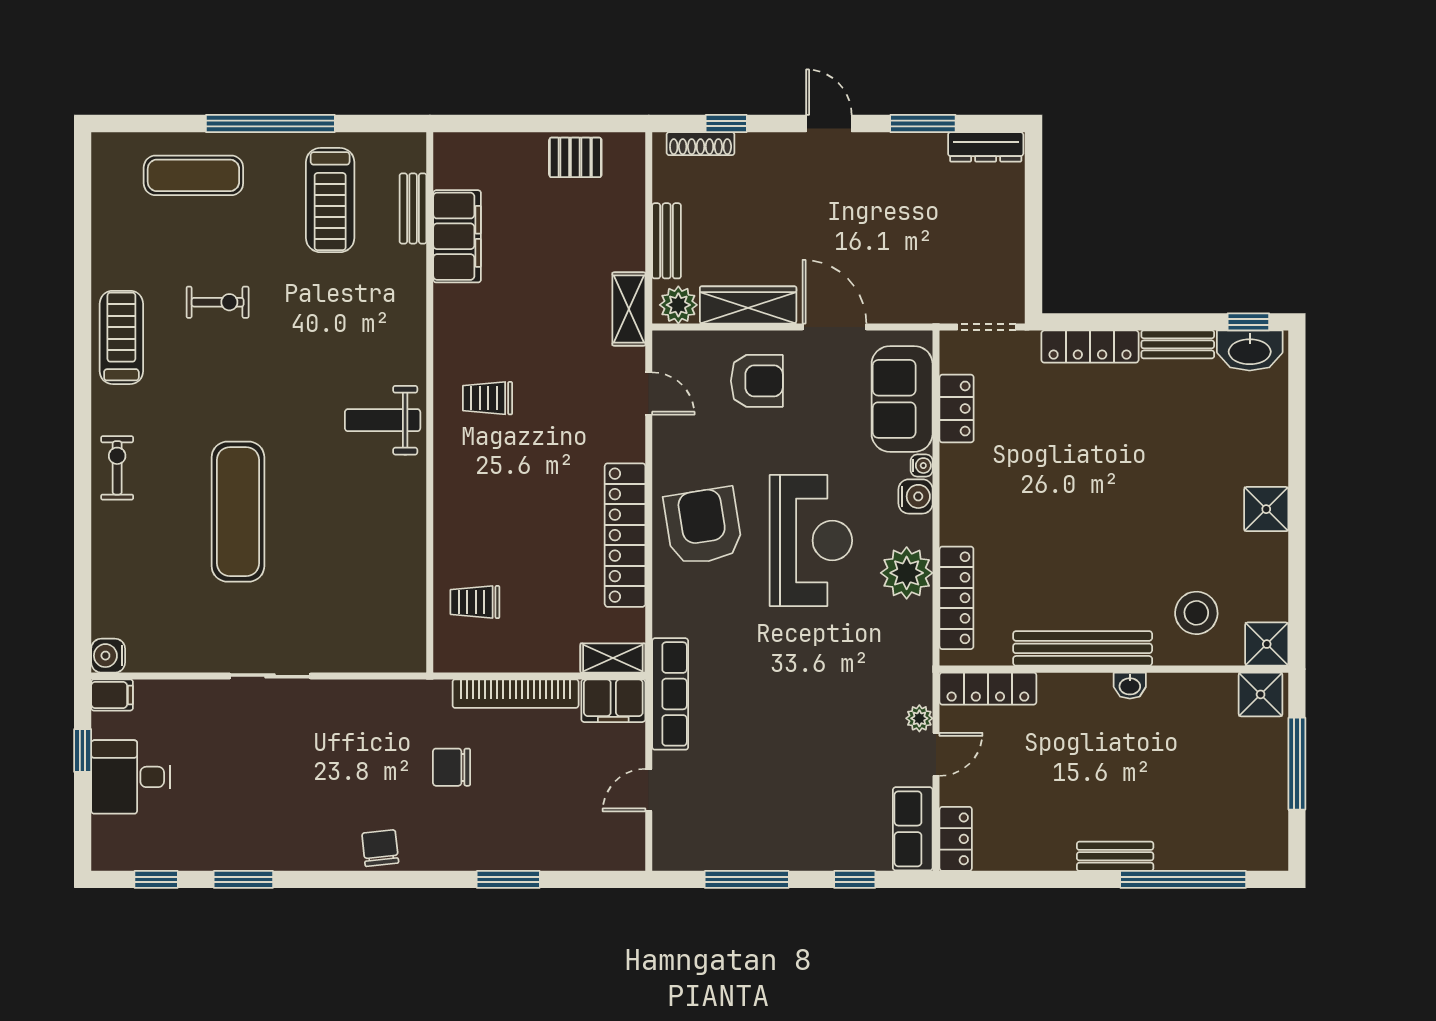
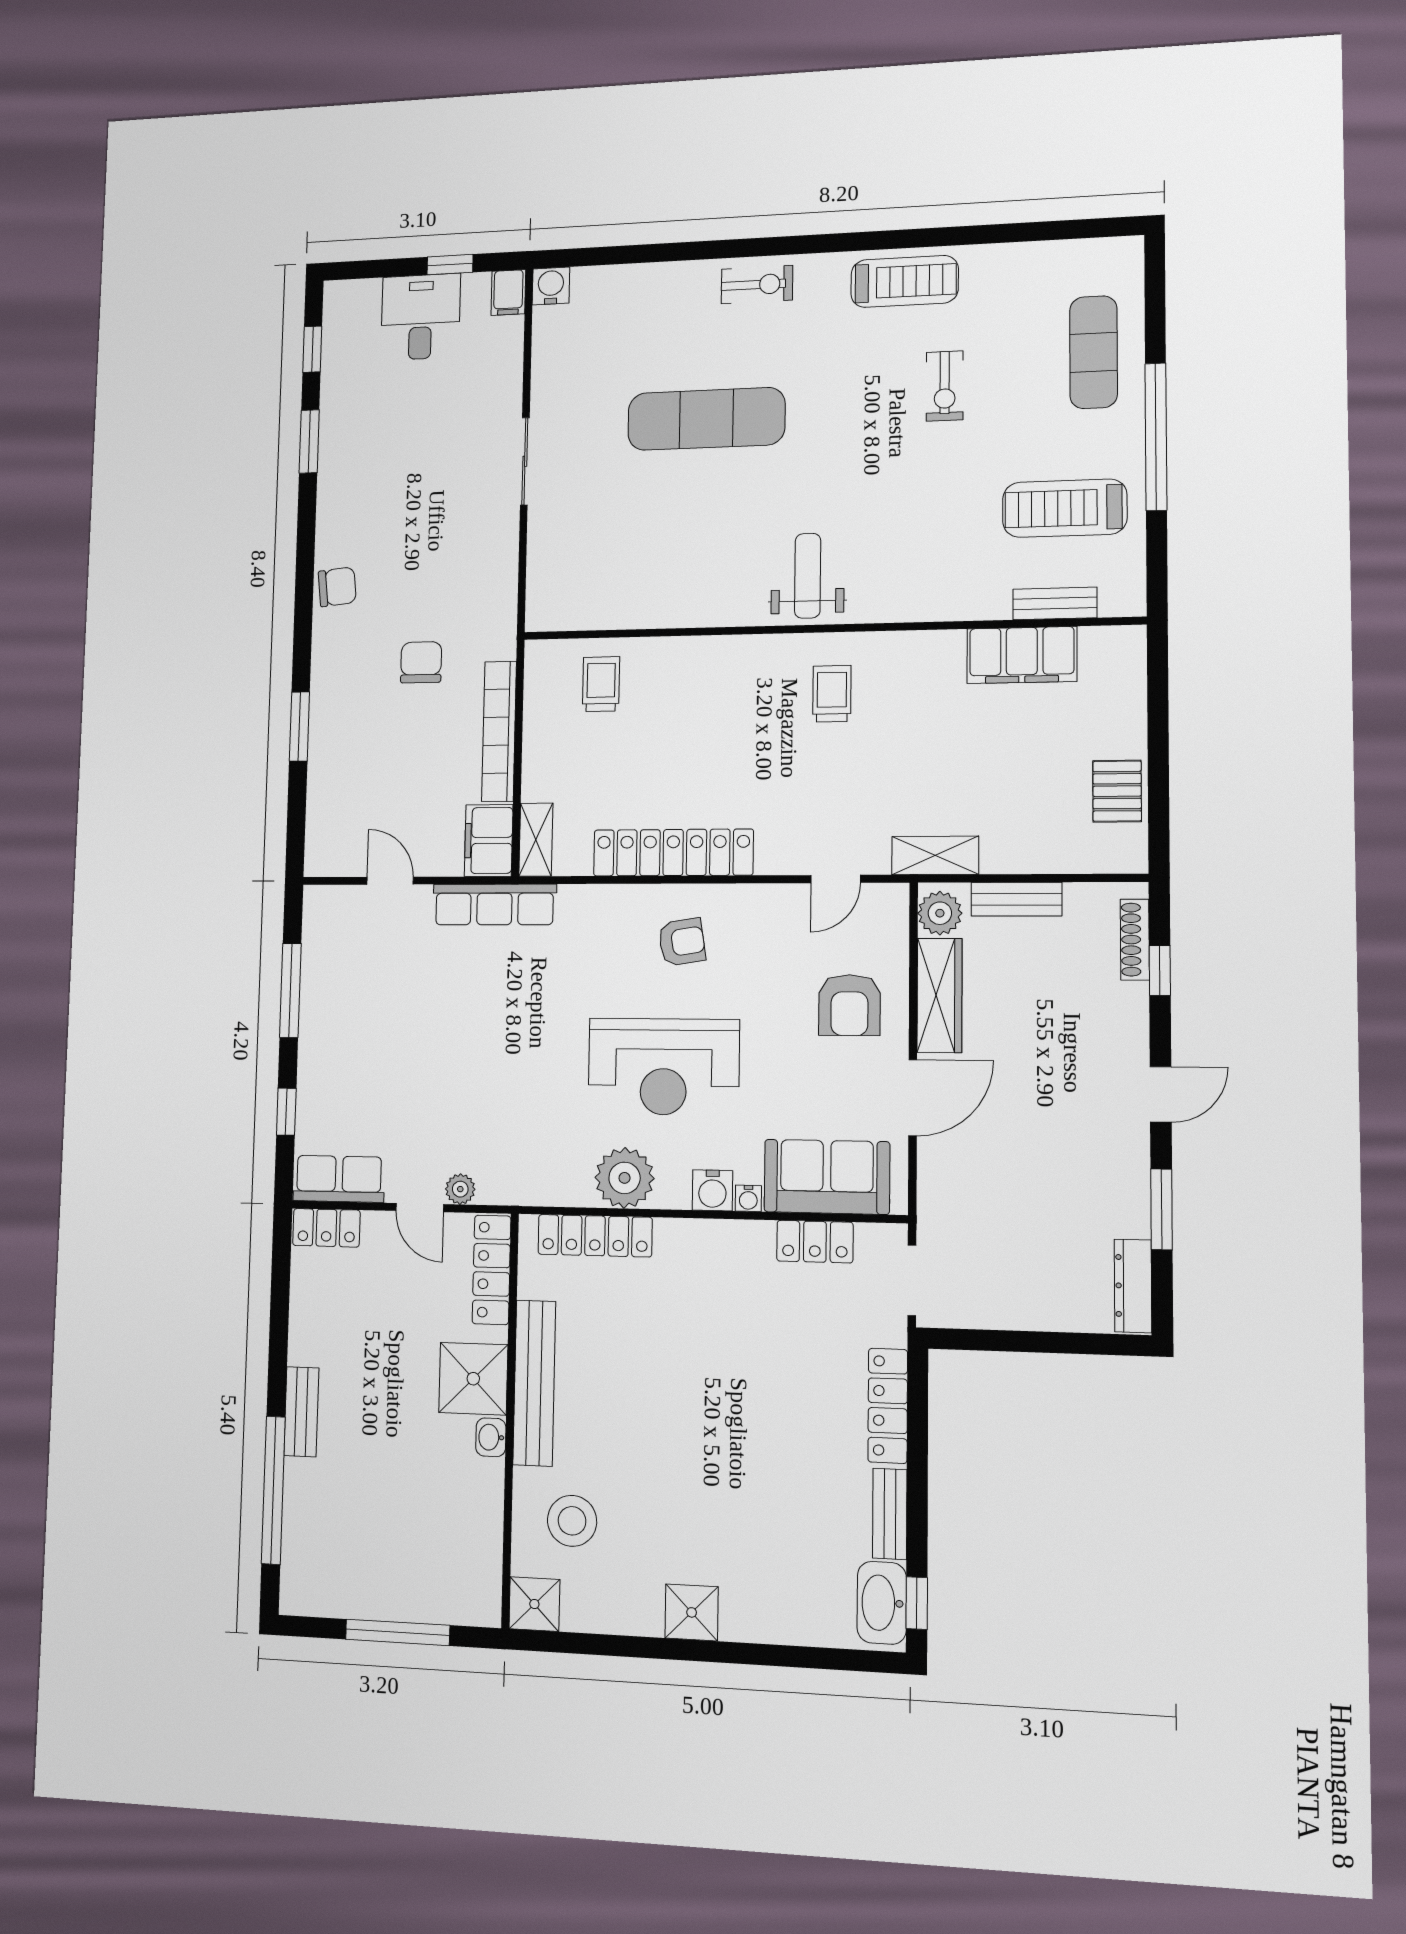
armchair: (703, 526) -> (682, 942), width x0.53, depth x0.53
shower: (1261, 694) -> (473, 1379), moved, width x1.36, depth x1.36

